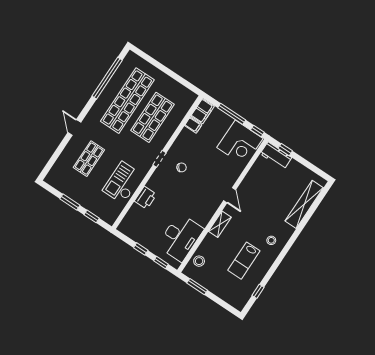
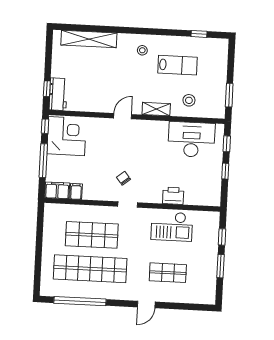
stool: (199, 261) -> (189, 100), moved

